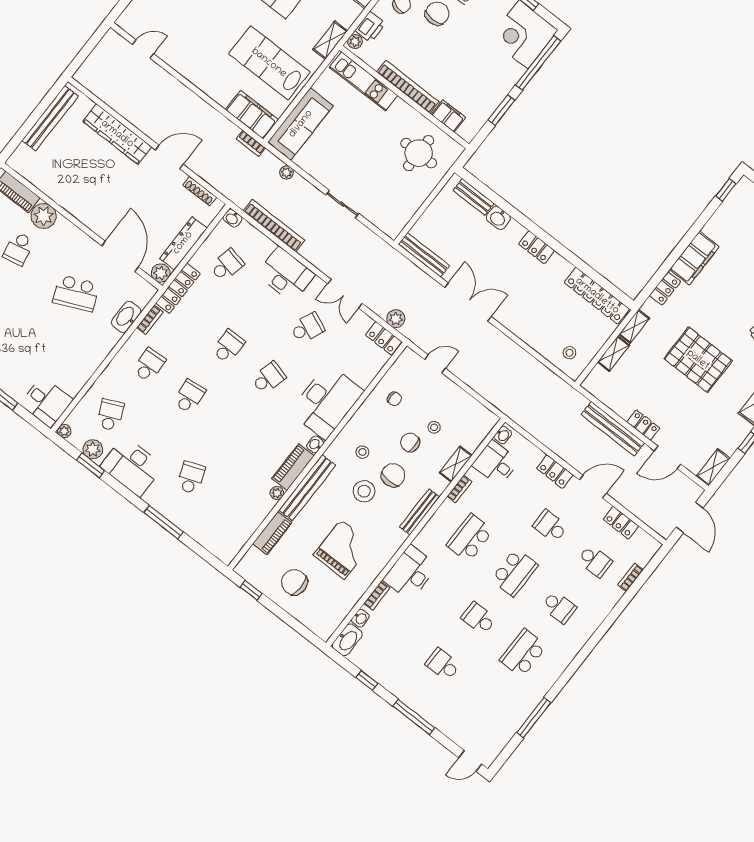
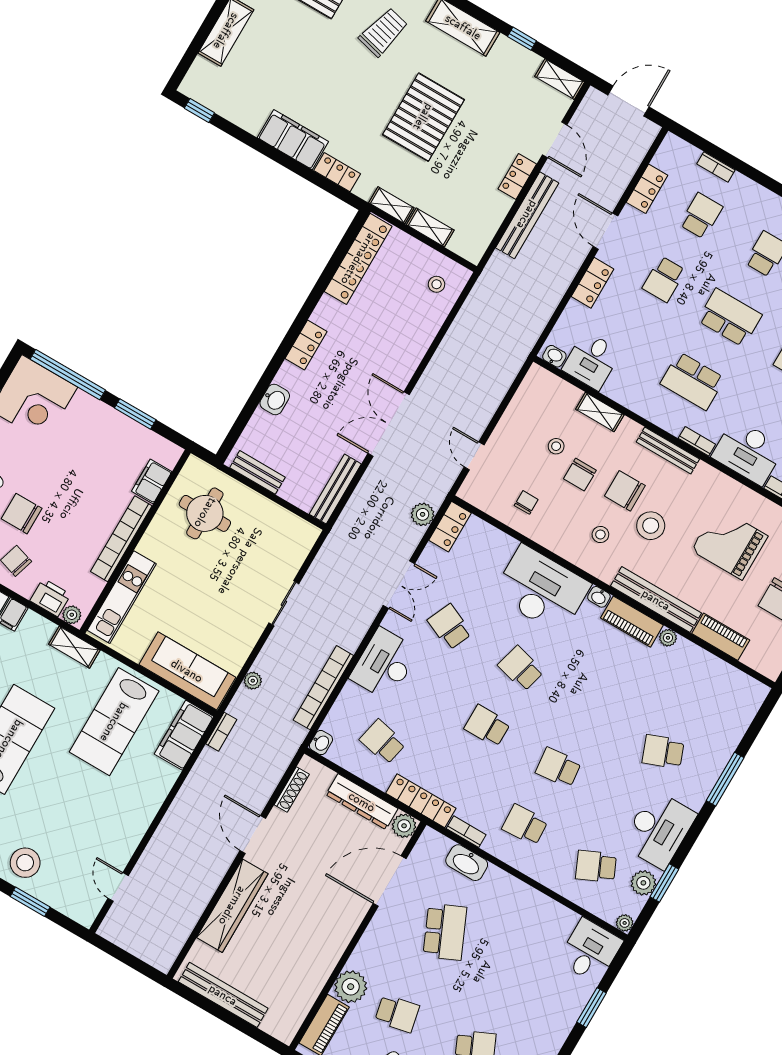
bench: (474, 197) -> (257, 472), moved, turned 90
bookcase: (459, 489) -> (697, 441), moved

